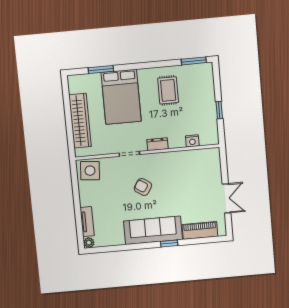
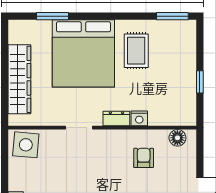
bed: (121, 97) -> (83, 53), width x1.36
nightstand: (192, 141) -> (139, 118), moved
floor lamp: (206, 155) -> (177, 138), added
armchair: (143, 187) -> (144, 158), moved, turned 57

